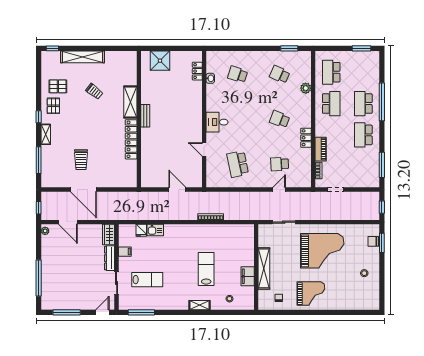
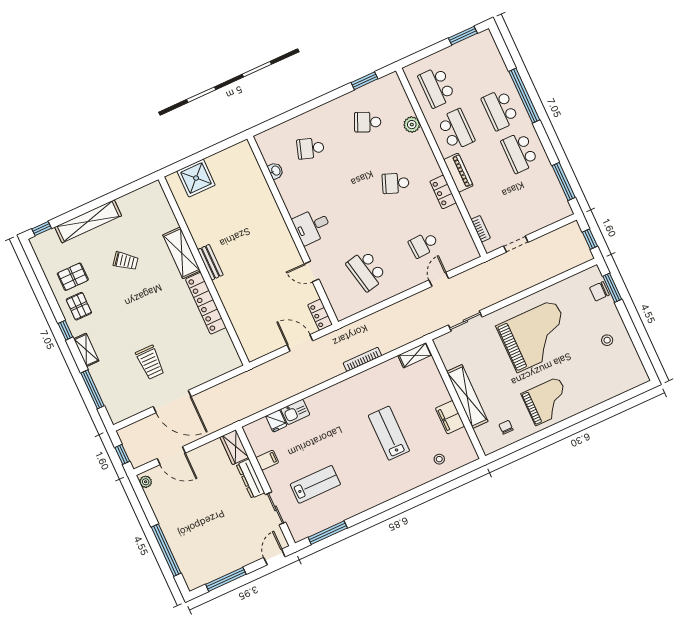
locker: (197, 71) -> (320, 315), moved
piano: (321, 149) -> (458, 173), moved
shelving: (200, 305) -> (415, 355), moved

